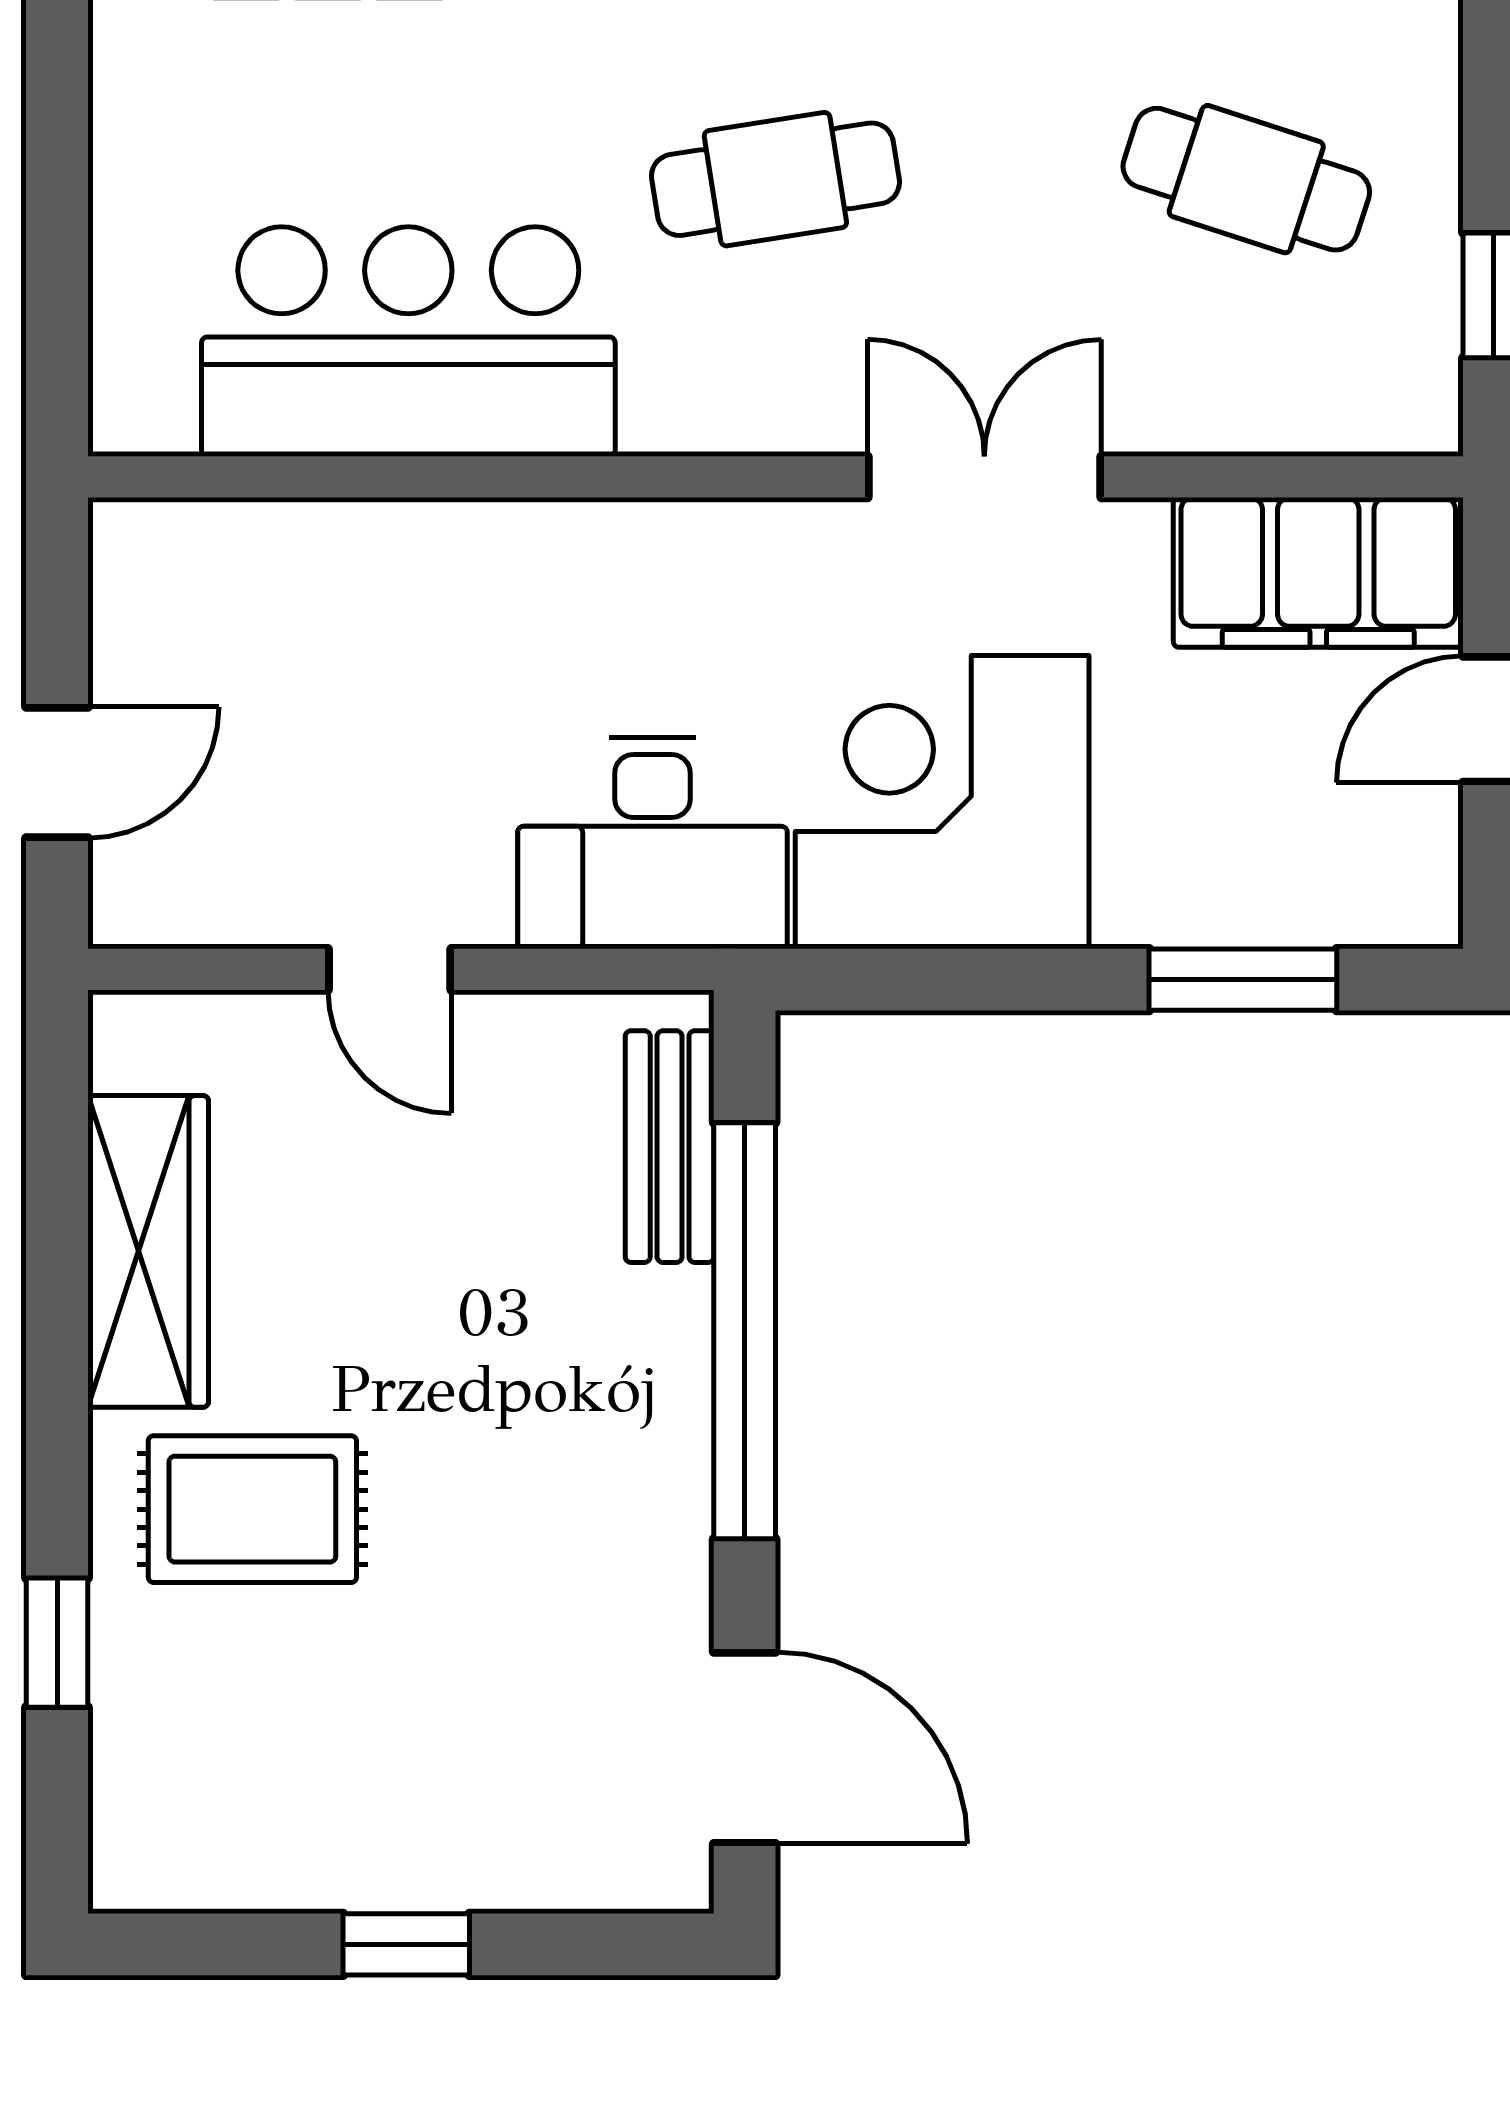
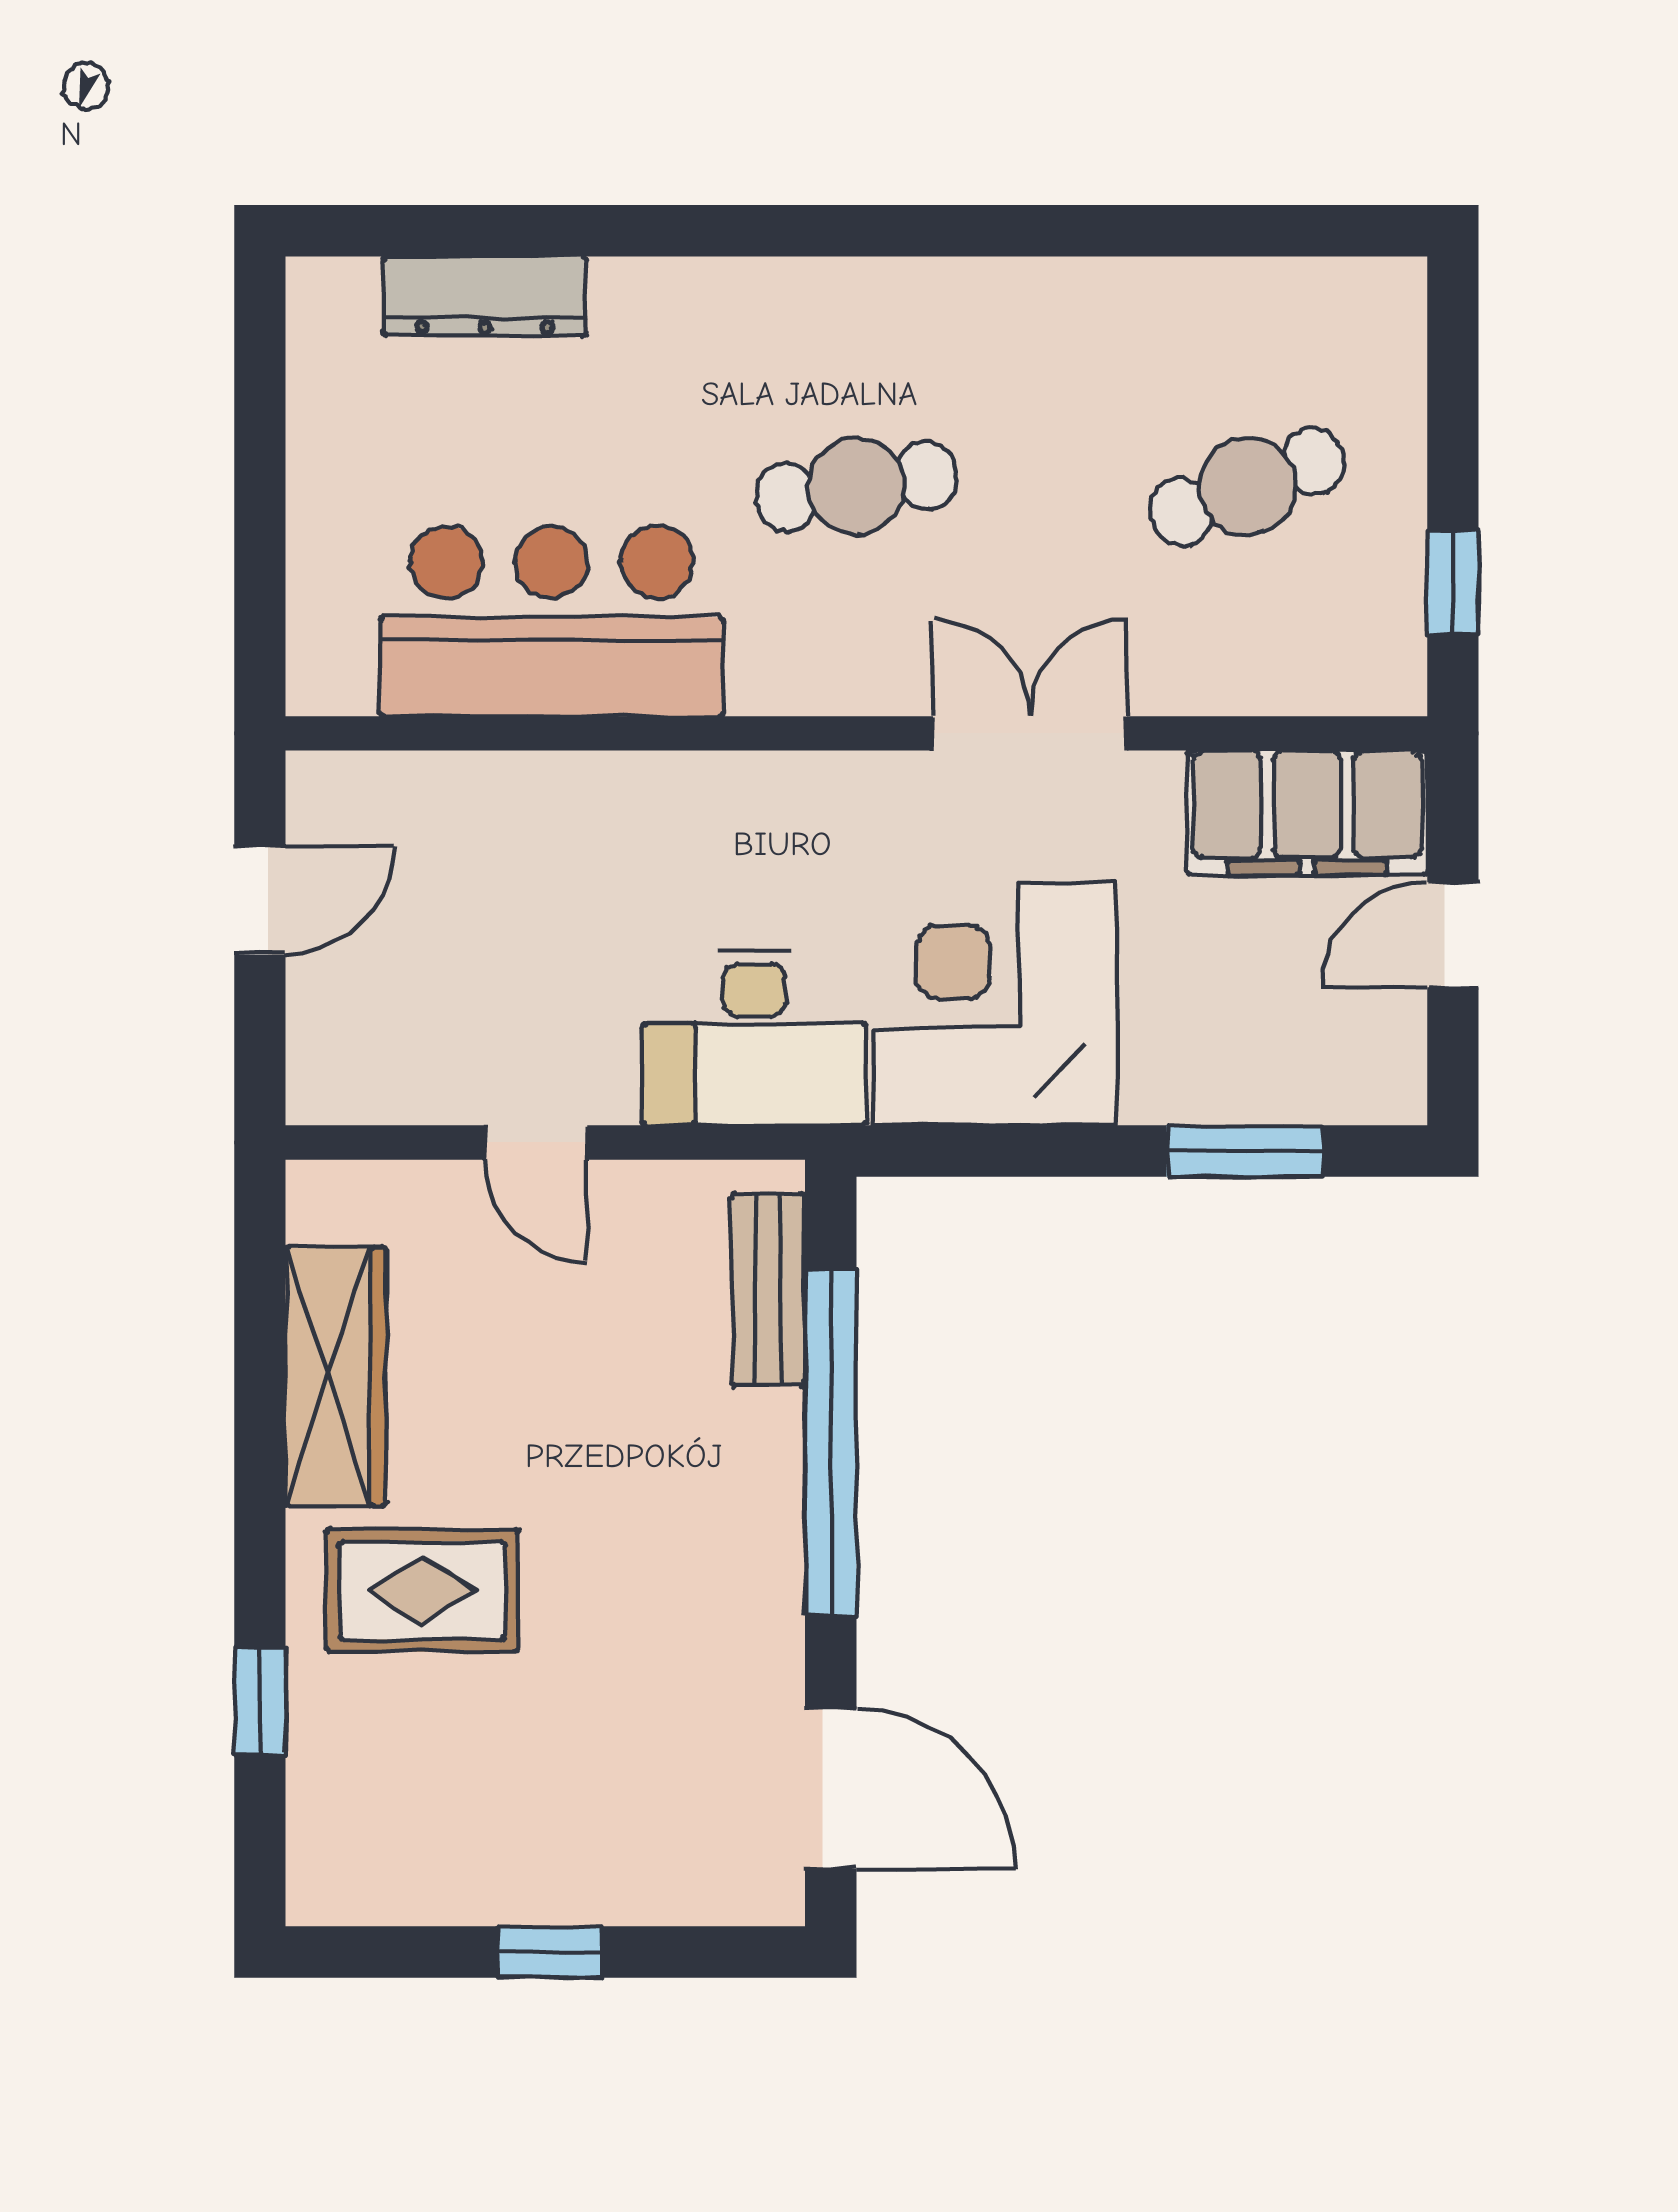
cafe table: (1246, 179) -> (1247, 486), turned -39
door: (57, 772) -> (260, 900), moved

